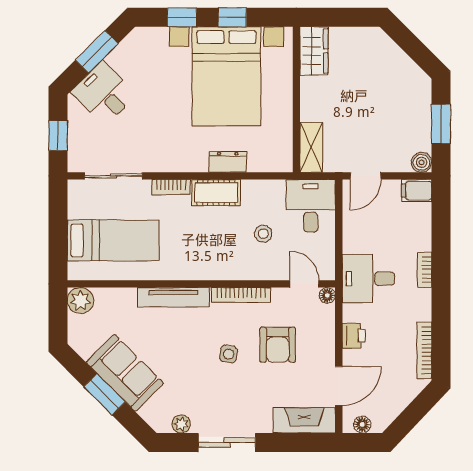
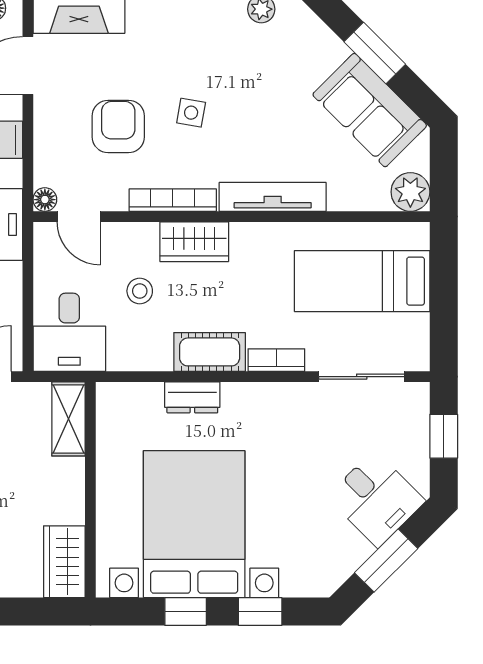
wardrobe: (226, 267) -> (194, 242), added
sofa: (125, 373) -> (370, 110), moved

